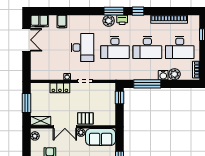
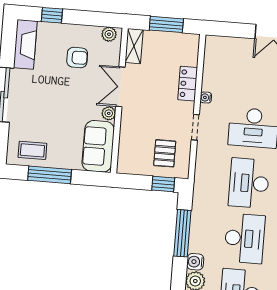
desk: (147, 48) -> (245, 238), turned 180
pallet: (85, 118) -> (165, 153), moved

